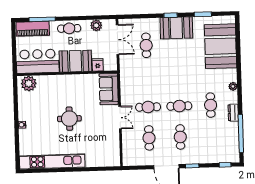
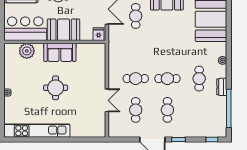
fridge: (98, 65) -> (99, 34), moved
plant: (29, 83) -> (27, 51), moved
sofa: (109, 89) -> (60, 52), moved, turned -90
double door: (120, 118) -> (107, 100), moved

